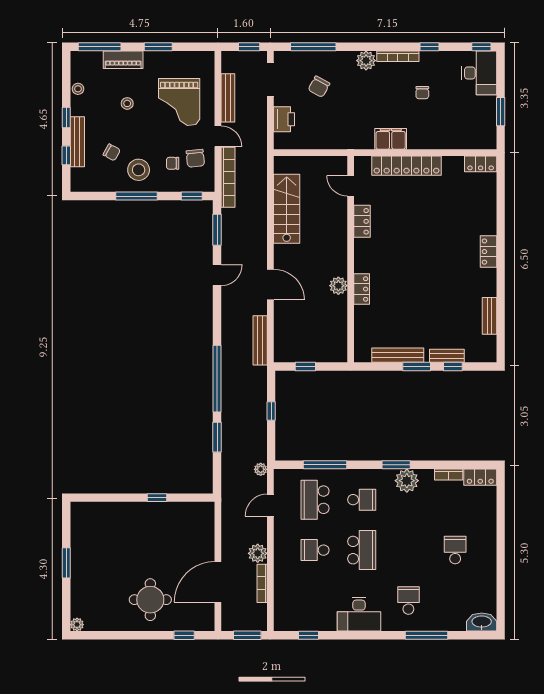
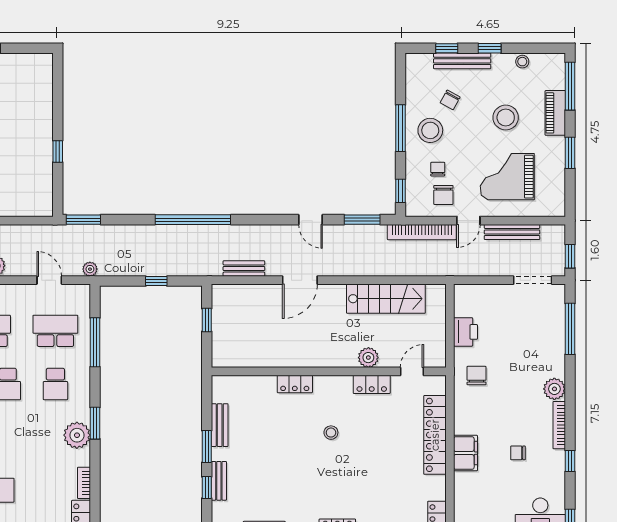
chair: (319, 87) -> (477, 376), moved, turned 61
stool: (127, 103) -> (506, 118), width x1.89, depth x1.89
printer: (284, 119) -> (465, 332), moved, turned -90
filing cabinet: (391, 139) -> (465, 453), moved
chair: (195, 158) -> (443, 195), turned -84
stool: (404, 257) -> (331, 433), added
plant: (338, 286) -> (368, 358), moved
bench: (260, 340) -> (244, 269), width x0.73
bench: (398, 355) -> (220, 425), width x0.73
window: (217, 437) -> (83, 220), moved

